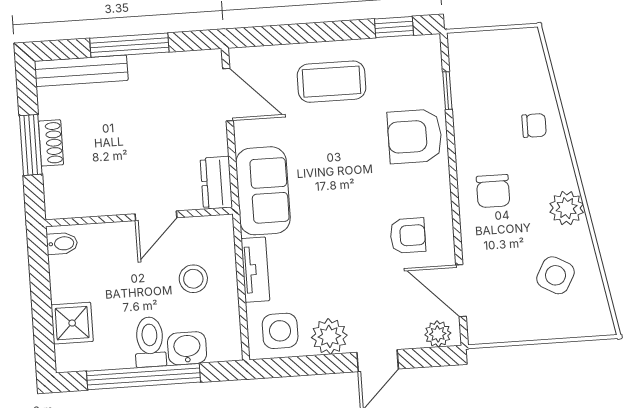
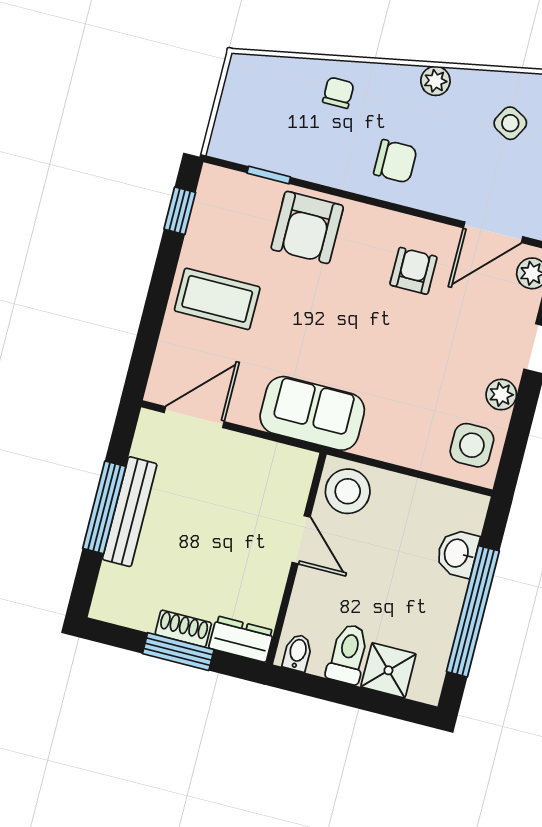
bench: (81, 71) -> (130, 512), moved
coffee table: (332, 82) -> (217, 299), turned 90
dresser: (216, 183) -> (241, 639), moved, turned 180
plant: (567, 208) -> (435, 81), width x0.73, depth x0.73
tv unit: (255, 270) -> (396, 450), removed
side table: (555, 275) -> (510, 123), width x0.73, depth x0.73
stool: (193, 279) -> (348, 491), moved, width x1.38, depth x1.38
plant: (329, 336) -> (501, 395), width x0.73, depth x0.73
toilet: (150, 342) -> (348, 654), moved, turned 90

